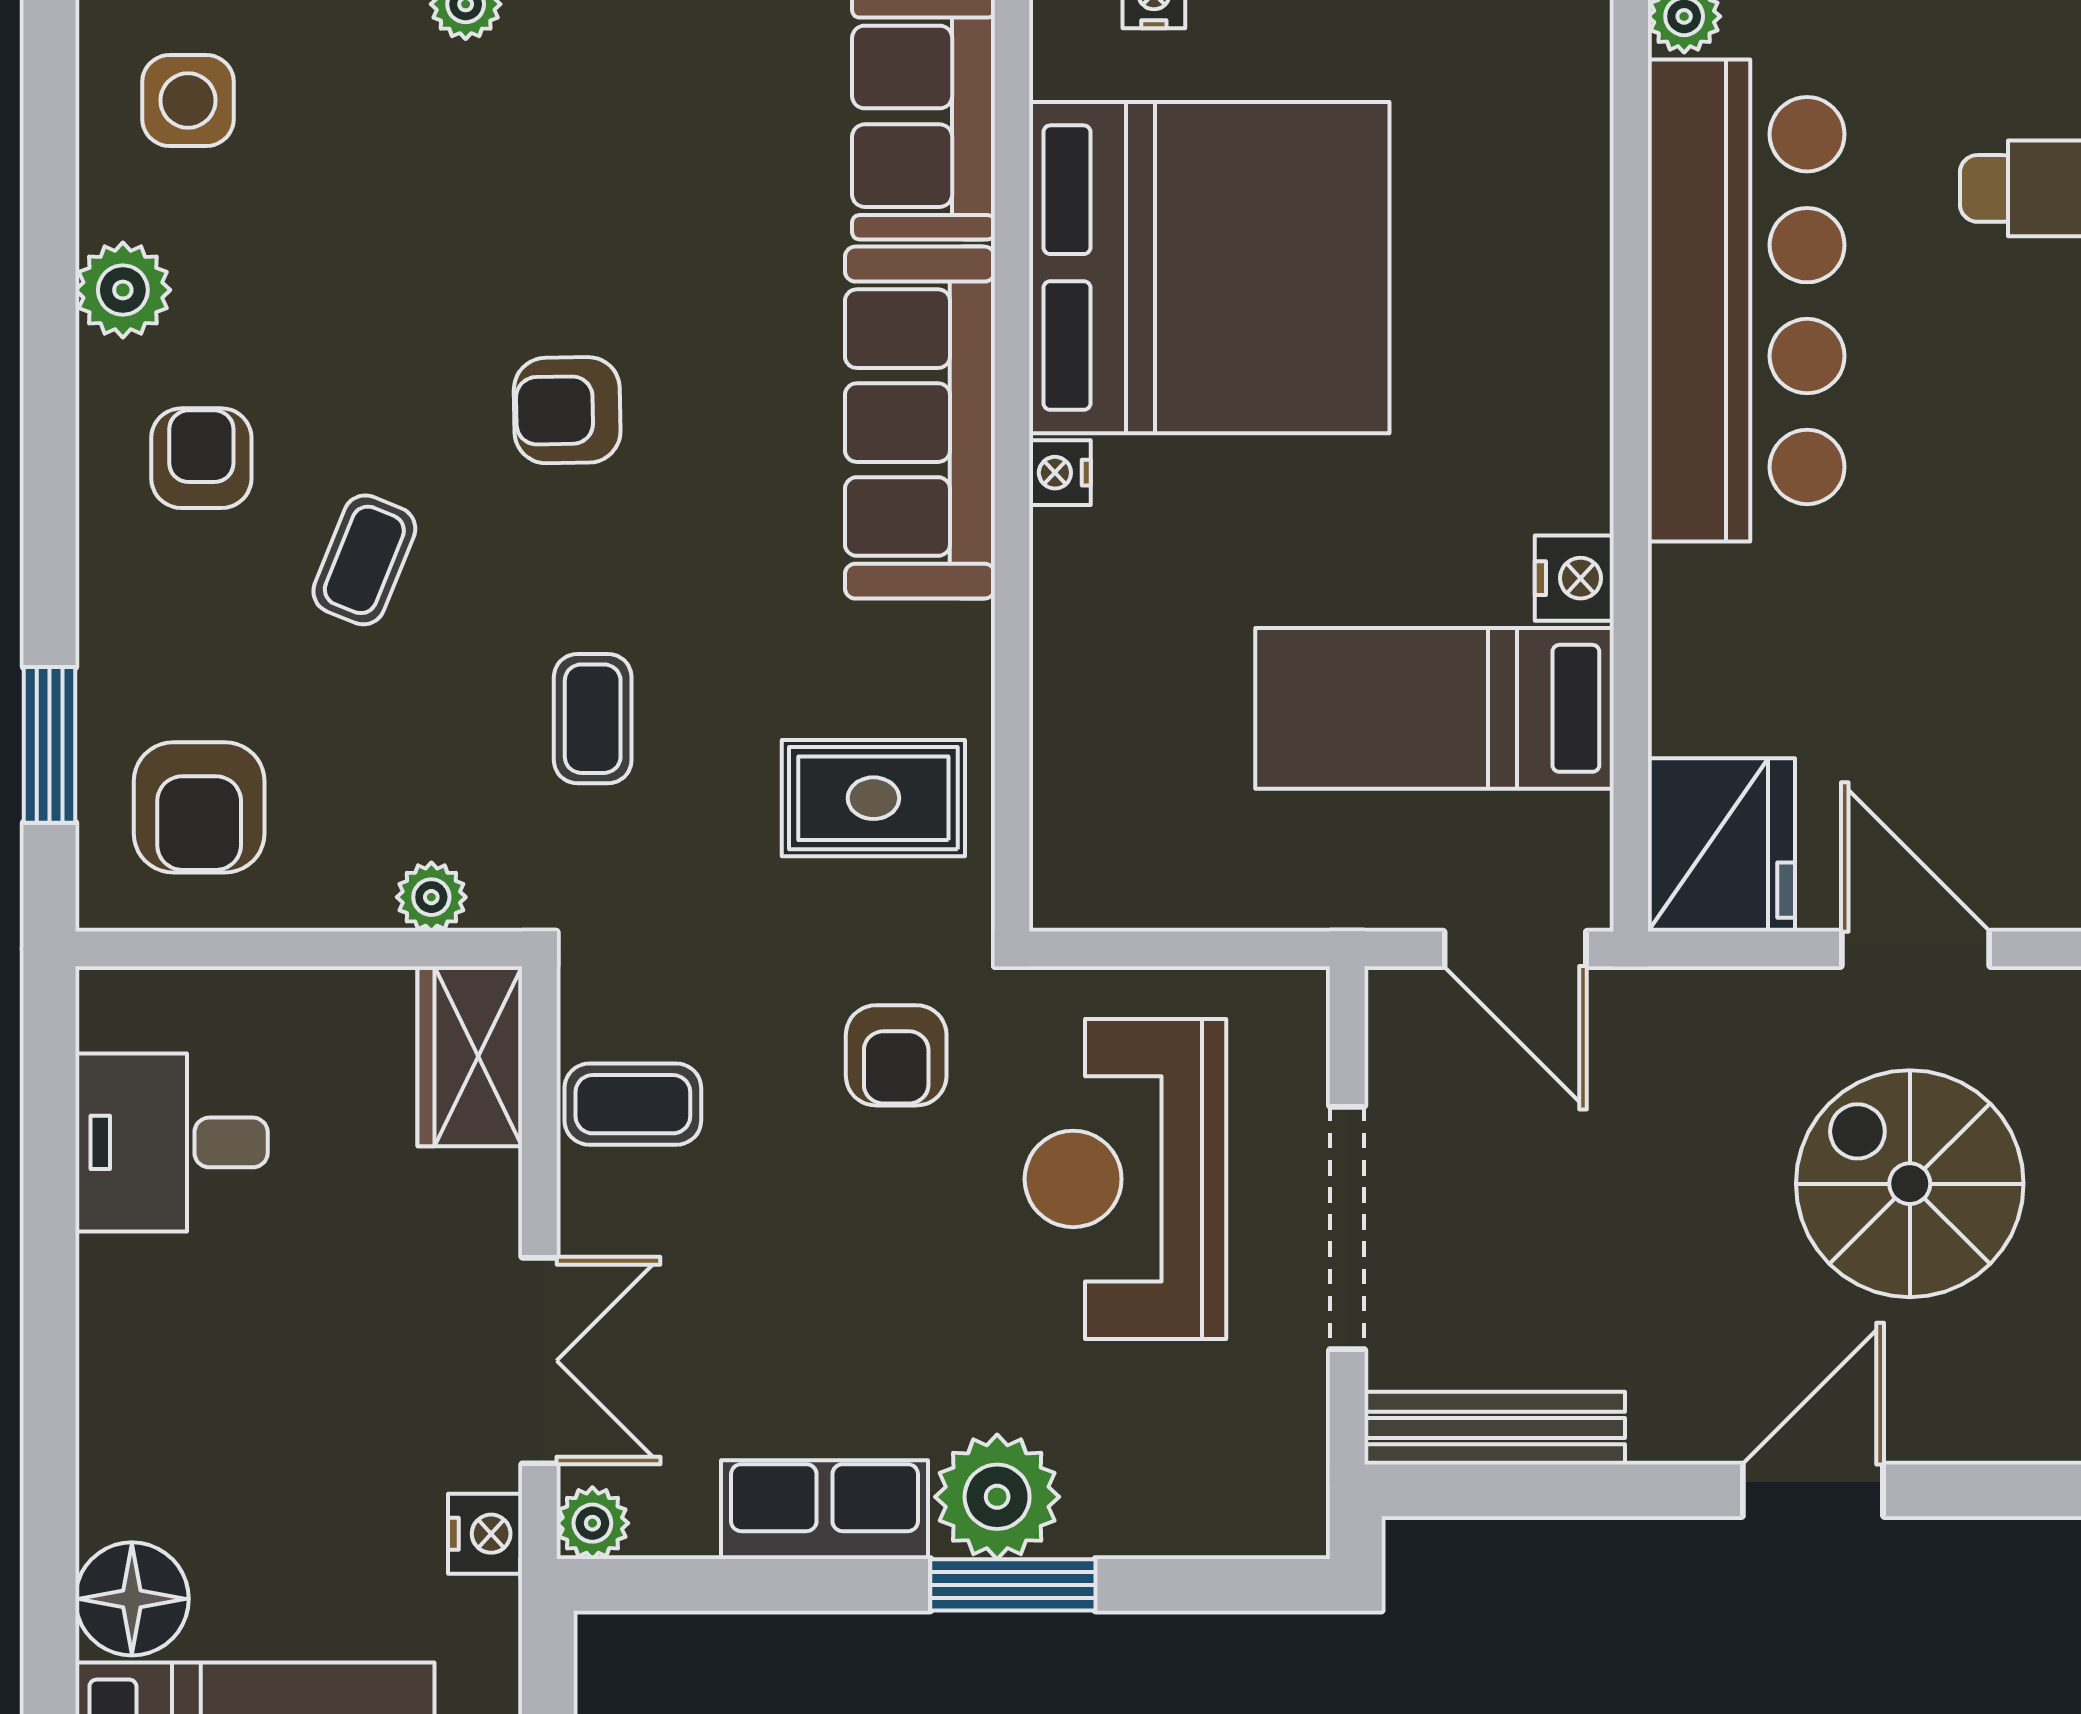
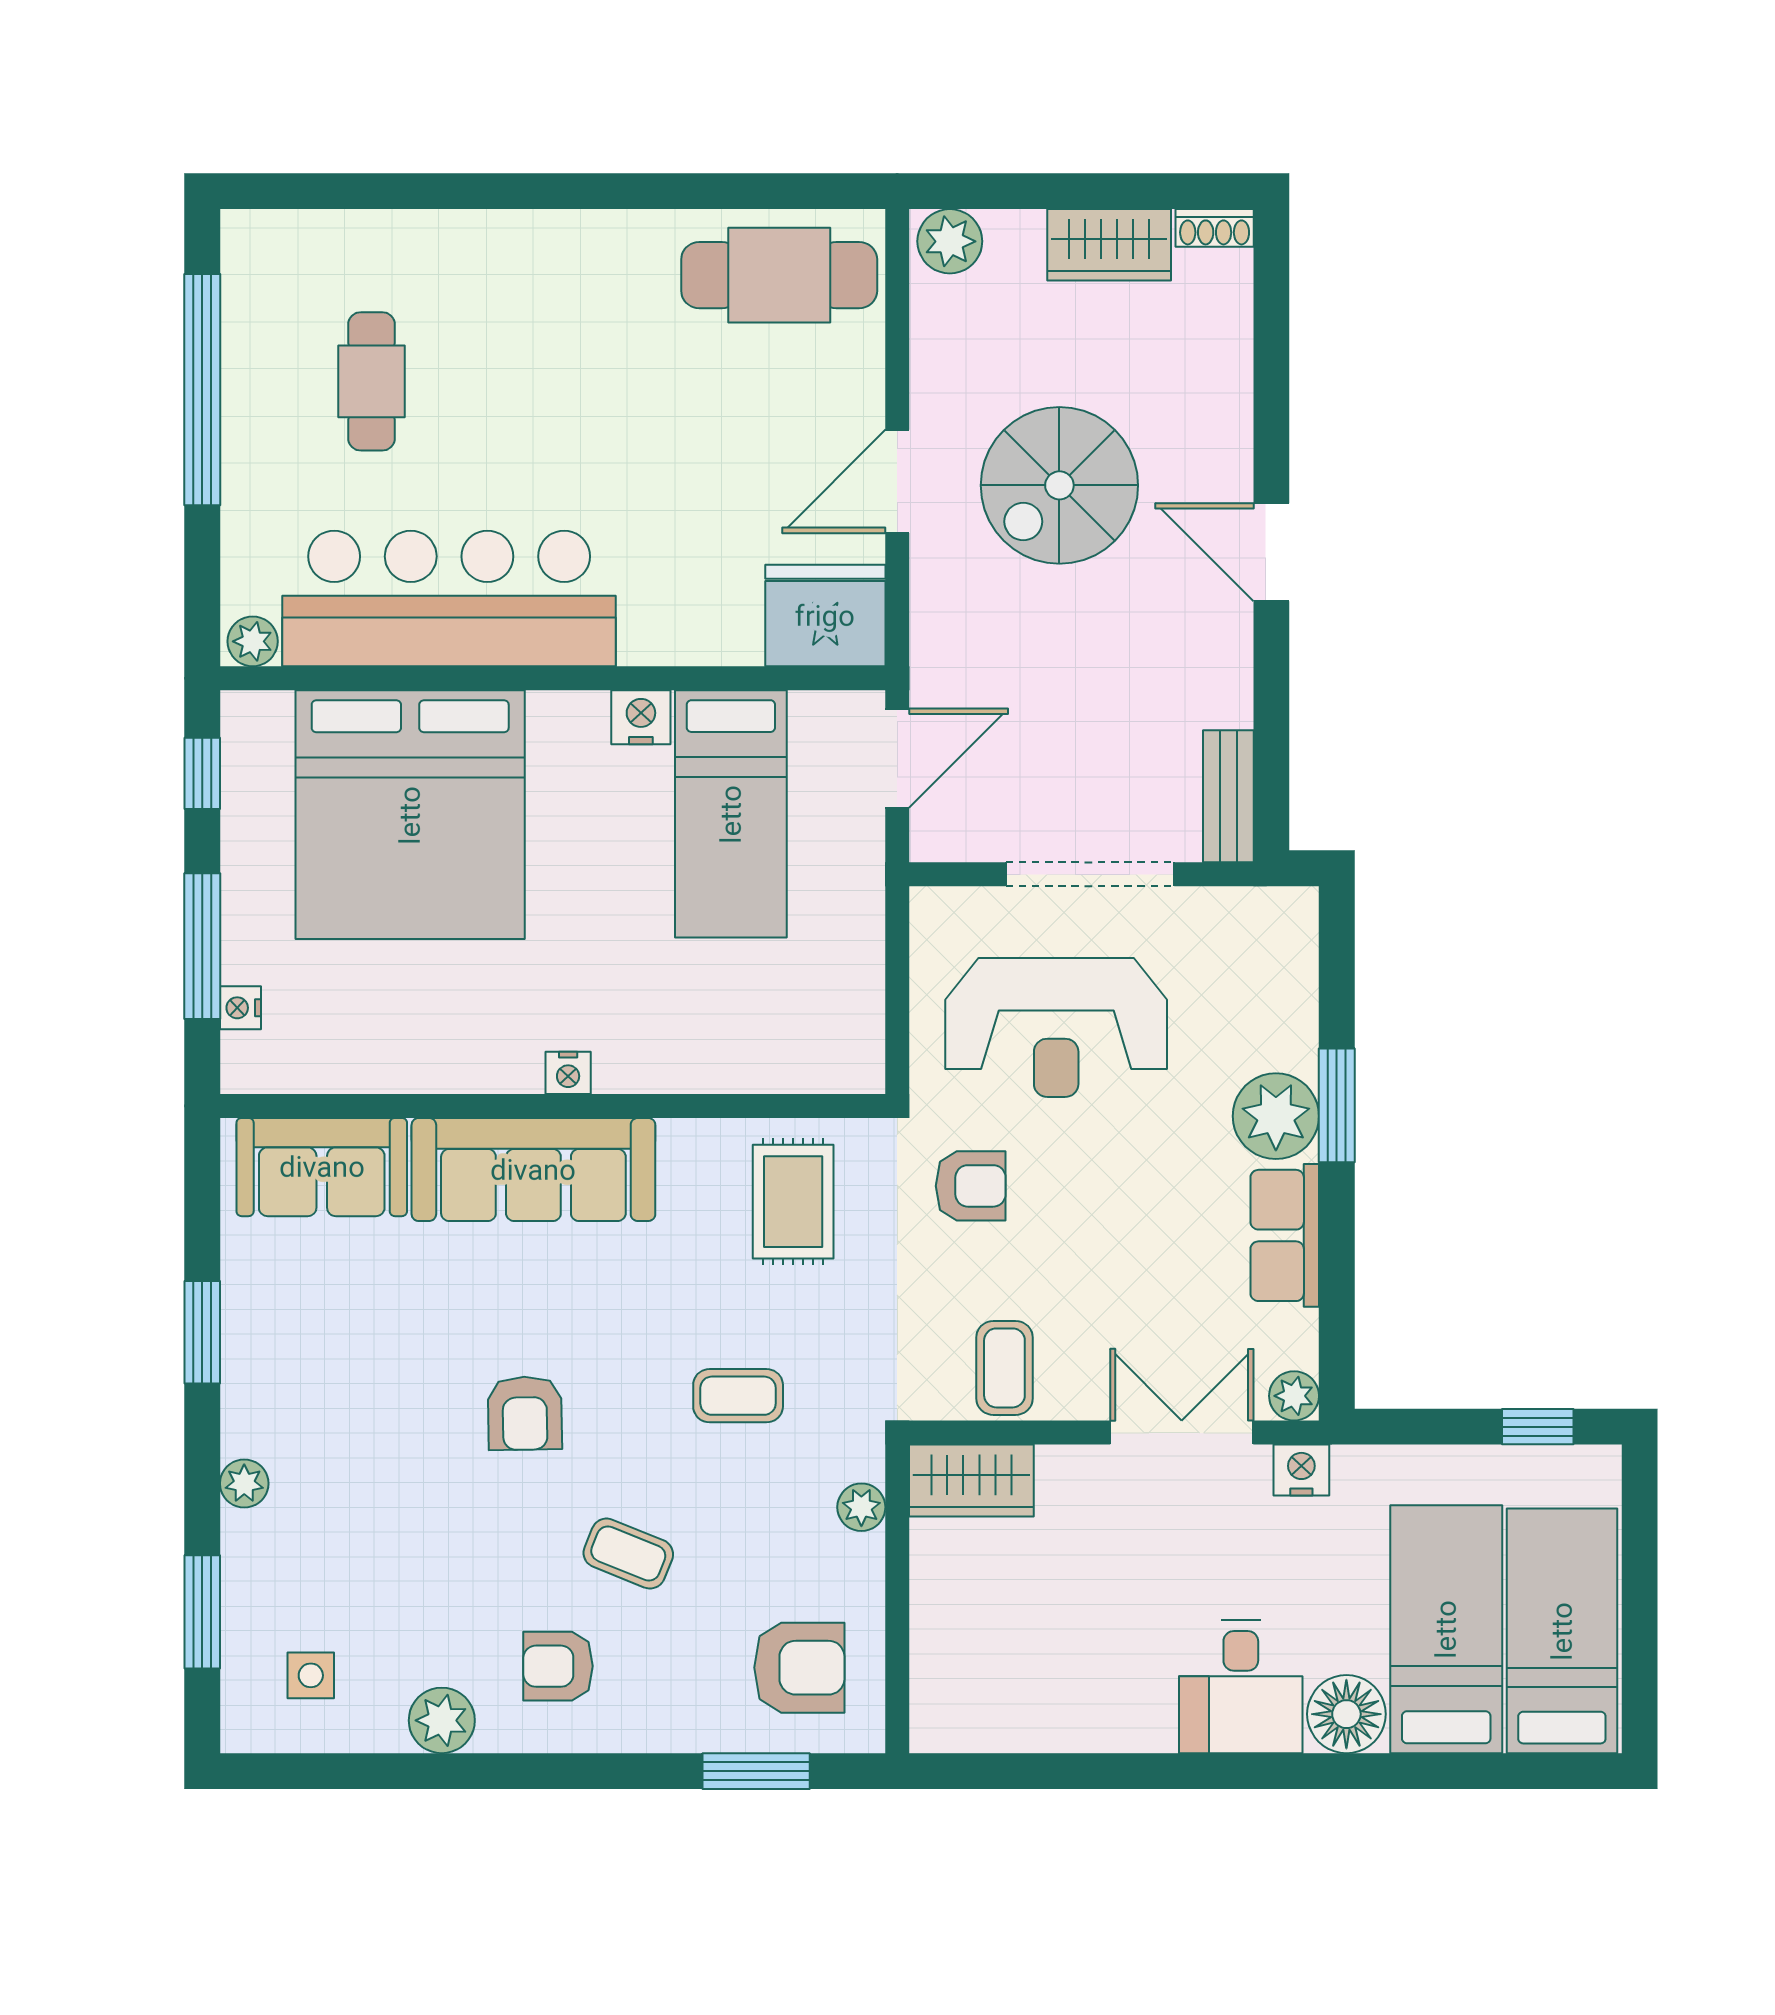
side table: (188, 100) -> (311, 1675), width x0.73, depth x0.73
bed: (1209, 268) -> (410, 815), moved, turned 180
desk: (171, 1142) -> (1241, 1687), moved
bench: (1495, 1428) -> (1228, 796), width x0.73

